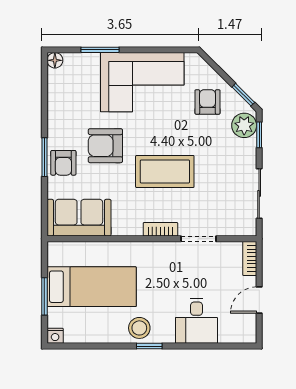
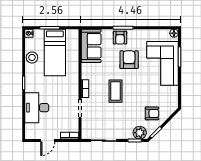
corner sofa: (142, 82) -> (162, 63), moved
armchair: (63, 163) -> (120, 38), turned -90
coffee table: (165, 171) -> (115, 91), width x0.73, depth x0.76
door: (259, 300) -> (48, 141), swing flipped
desk: (196, 321) -> (37, 108), width x1.37
stool: (139, 328) -> (32, 57), moved

